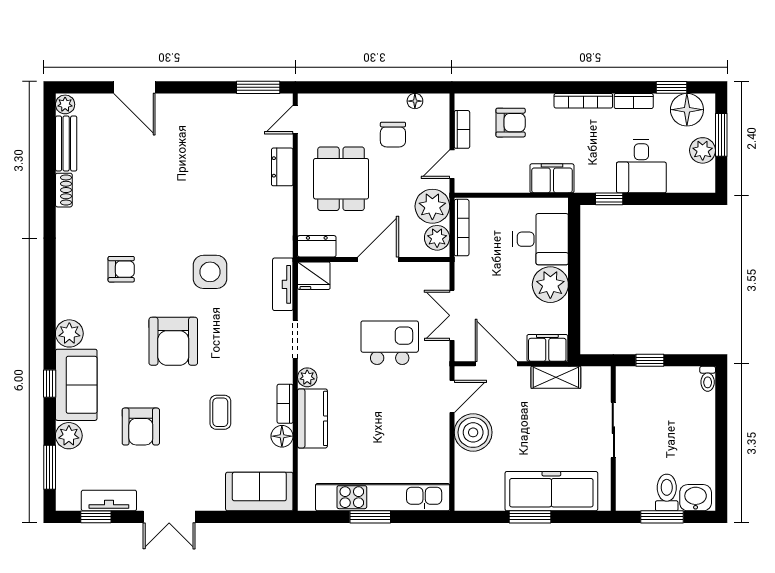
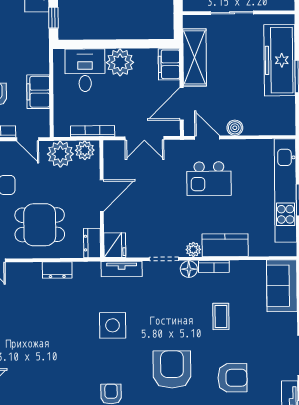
dresser: (282, 167) -> (57, 270), moved
filing cabinet: (552, 178) -> (38, 92), moved
bookcase: (462, 228) -> (93, 131), moved
door: (378, 259) -> (102, 196), swing flipped
armchair: (173, 341) -> (172, 369), moved, turned -90
kitchen island: (390, 343) -> (209, 179), moved, turned -90
shelving: (556, 377) -> (195, 57), width x1.50, depth x1.33
coffee table: (220, 412) -> (221, 316), turned 90
boiler: (473, 432) -> (235, 128), width x0.54, depth x0.54
floor lamp: (282, 436) -> (189, 269), moved

